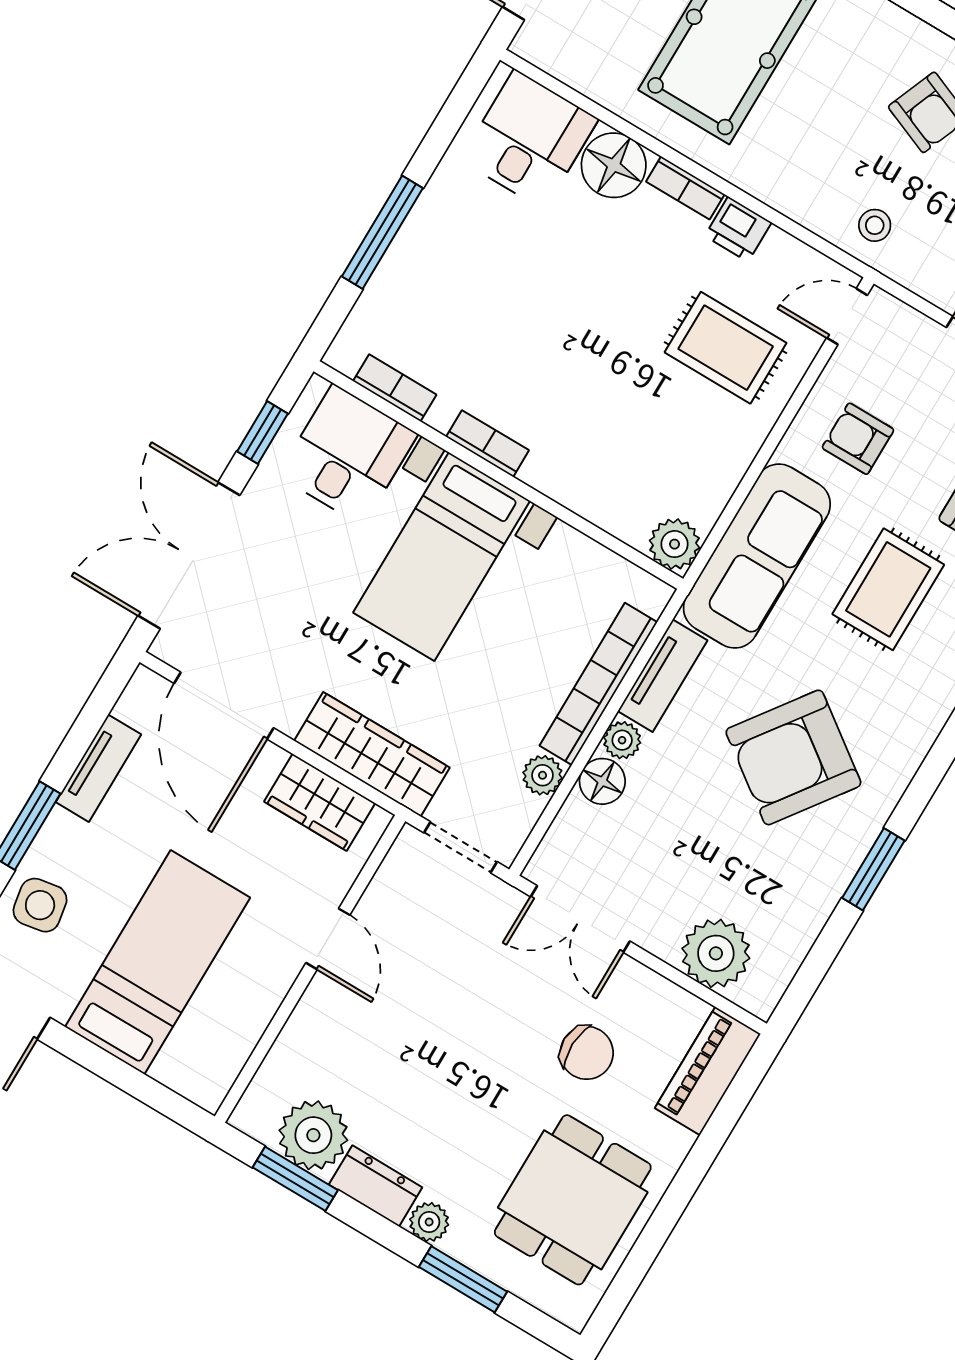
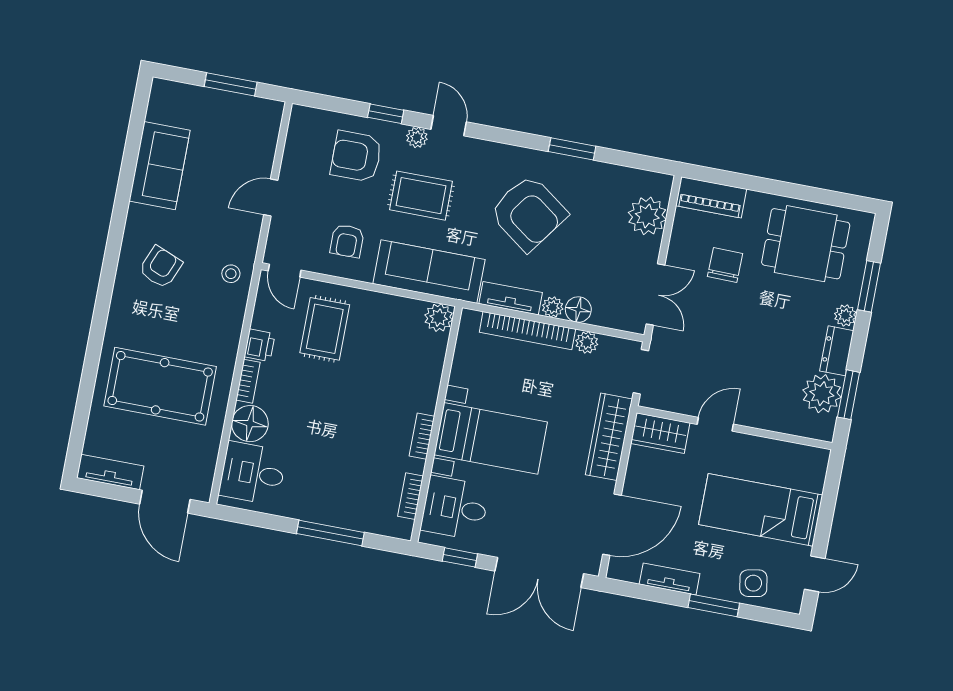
wardrobe: (320, 802) -> (660, 433), moved, turned 90

